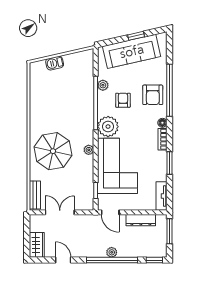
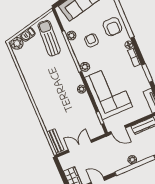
plant: (39, 68) -> (17, 43), added
sun lounger: (77, 78) -> (49, 38), added
plant: (108, 127) -> (85, 67), width x0.53, depth x0.53
parasol: (53, 151) -> (55, 102), removed

